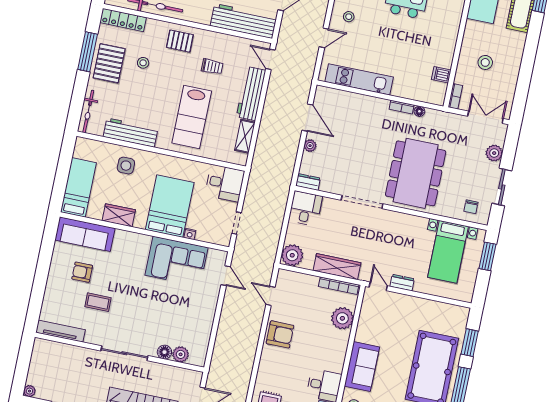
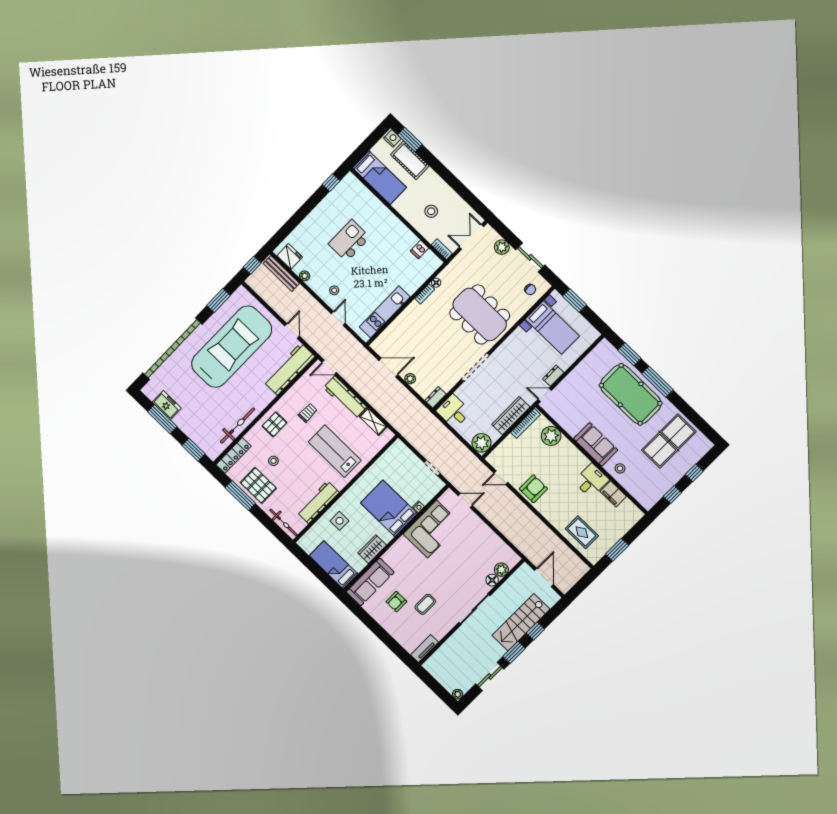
lab bench: (192, 117) -> (335, 451), turned 180
desk: (225, 183) -> (398, 458), removed
tv unit: (60, 331) -> (425, 649), width x0.71

